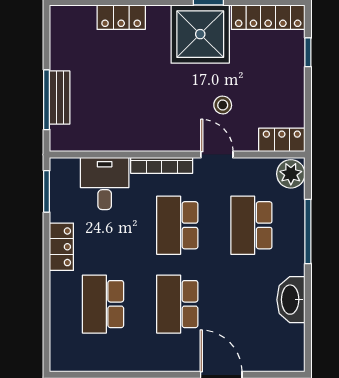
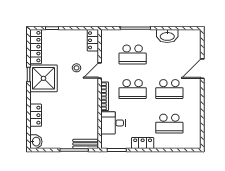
washbasin: (65, 18) -> (36, 142), added
bench: (60, 98) -> (85, 144), moved
plant: (291, 174) -> (109, 36), removed

